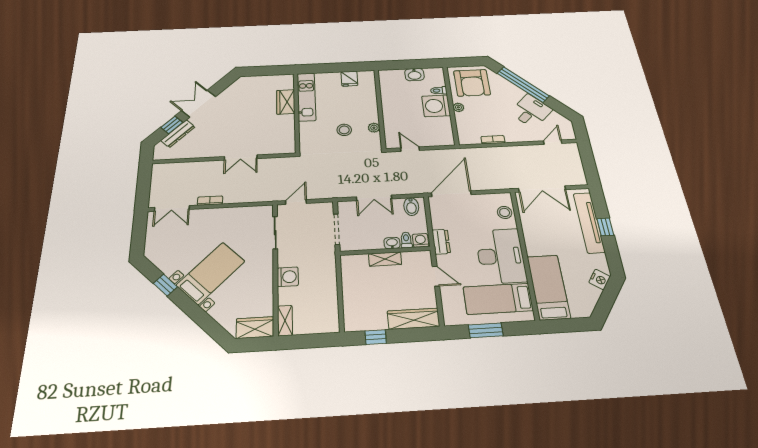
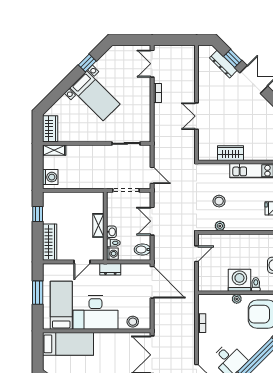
wardrobe: (286, 102) -> (231, 153), moved
door: (296, 202) -> (152, 175), moved
washing machine: (288, 277) -> (50, 177), moved, turned -90

